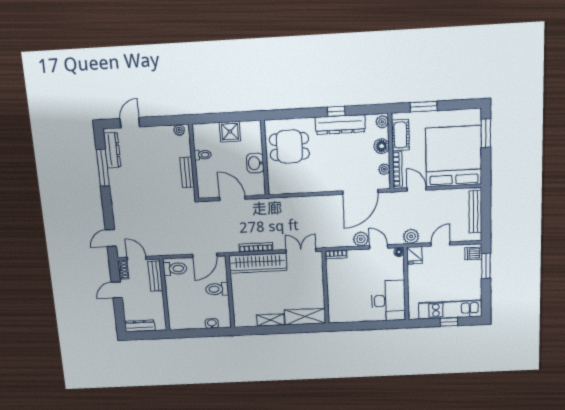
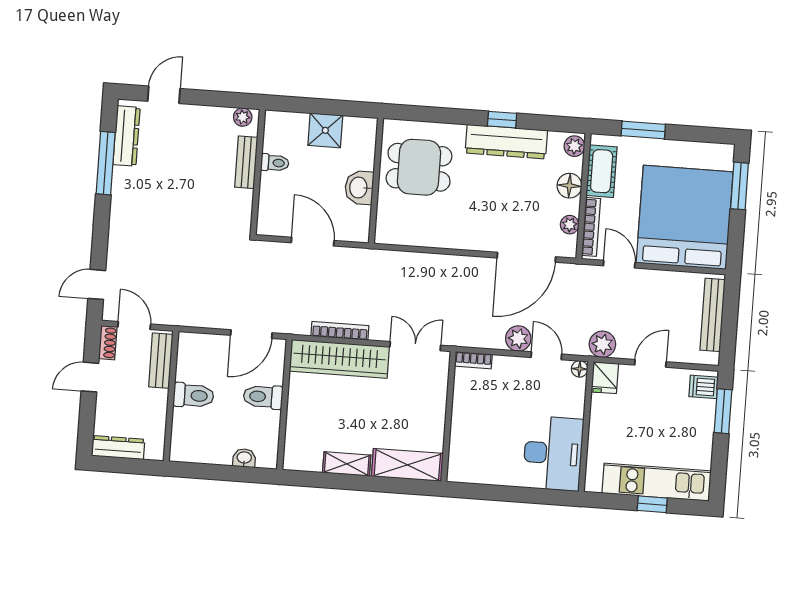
bench: (187, 172) -> (246, 162), moved
toilet: (175, 269) -> (194, 395), moved

